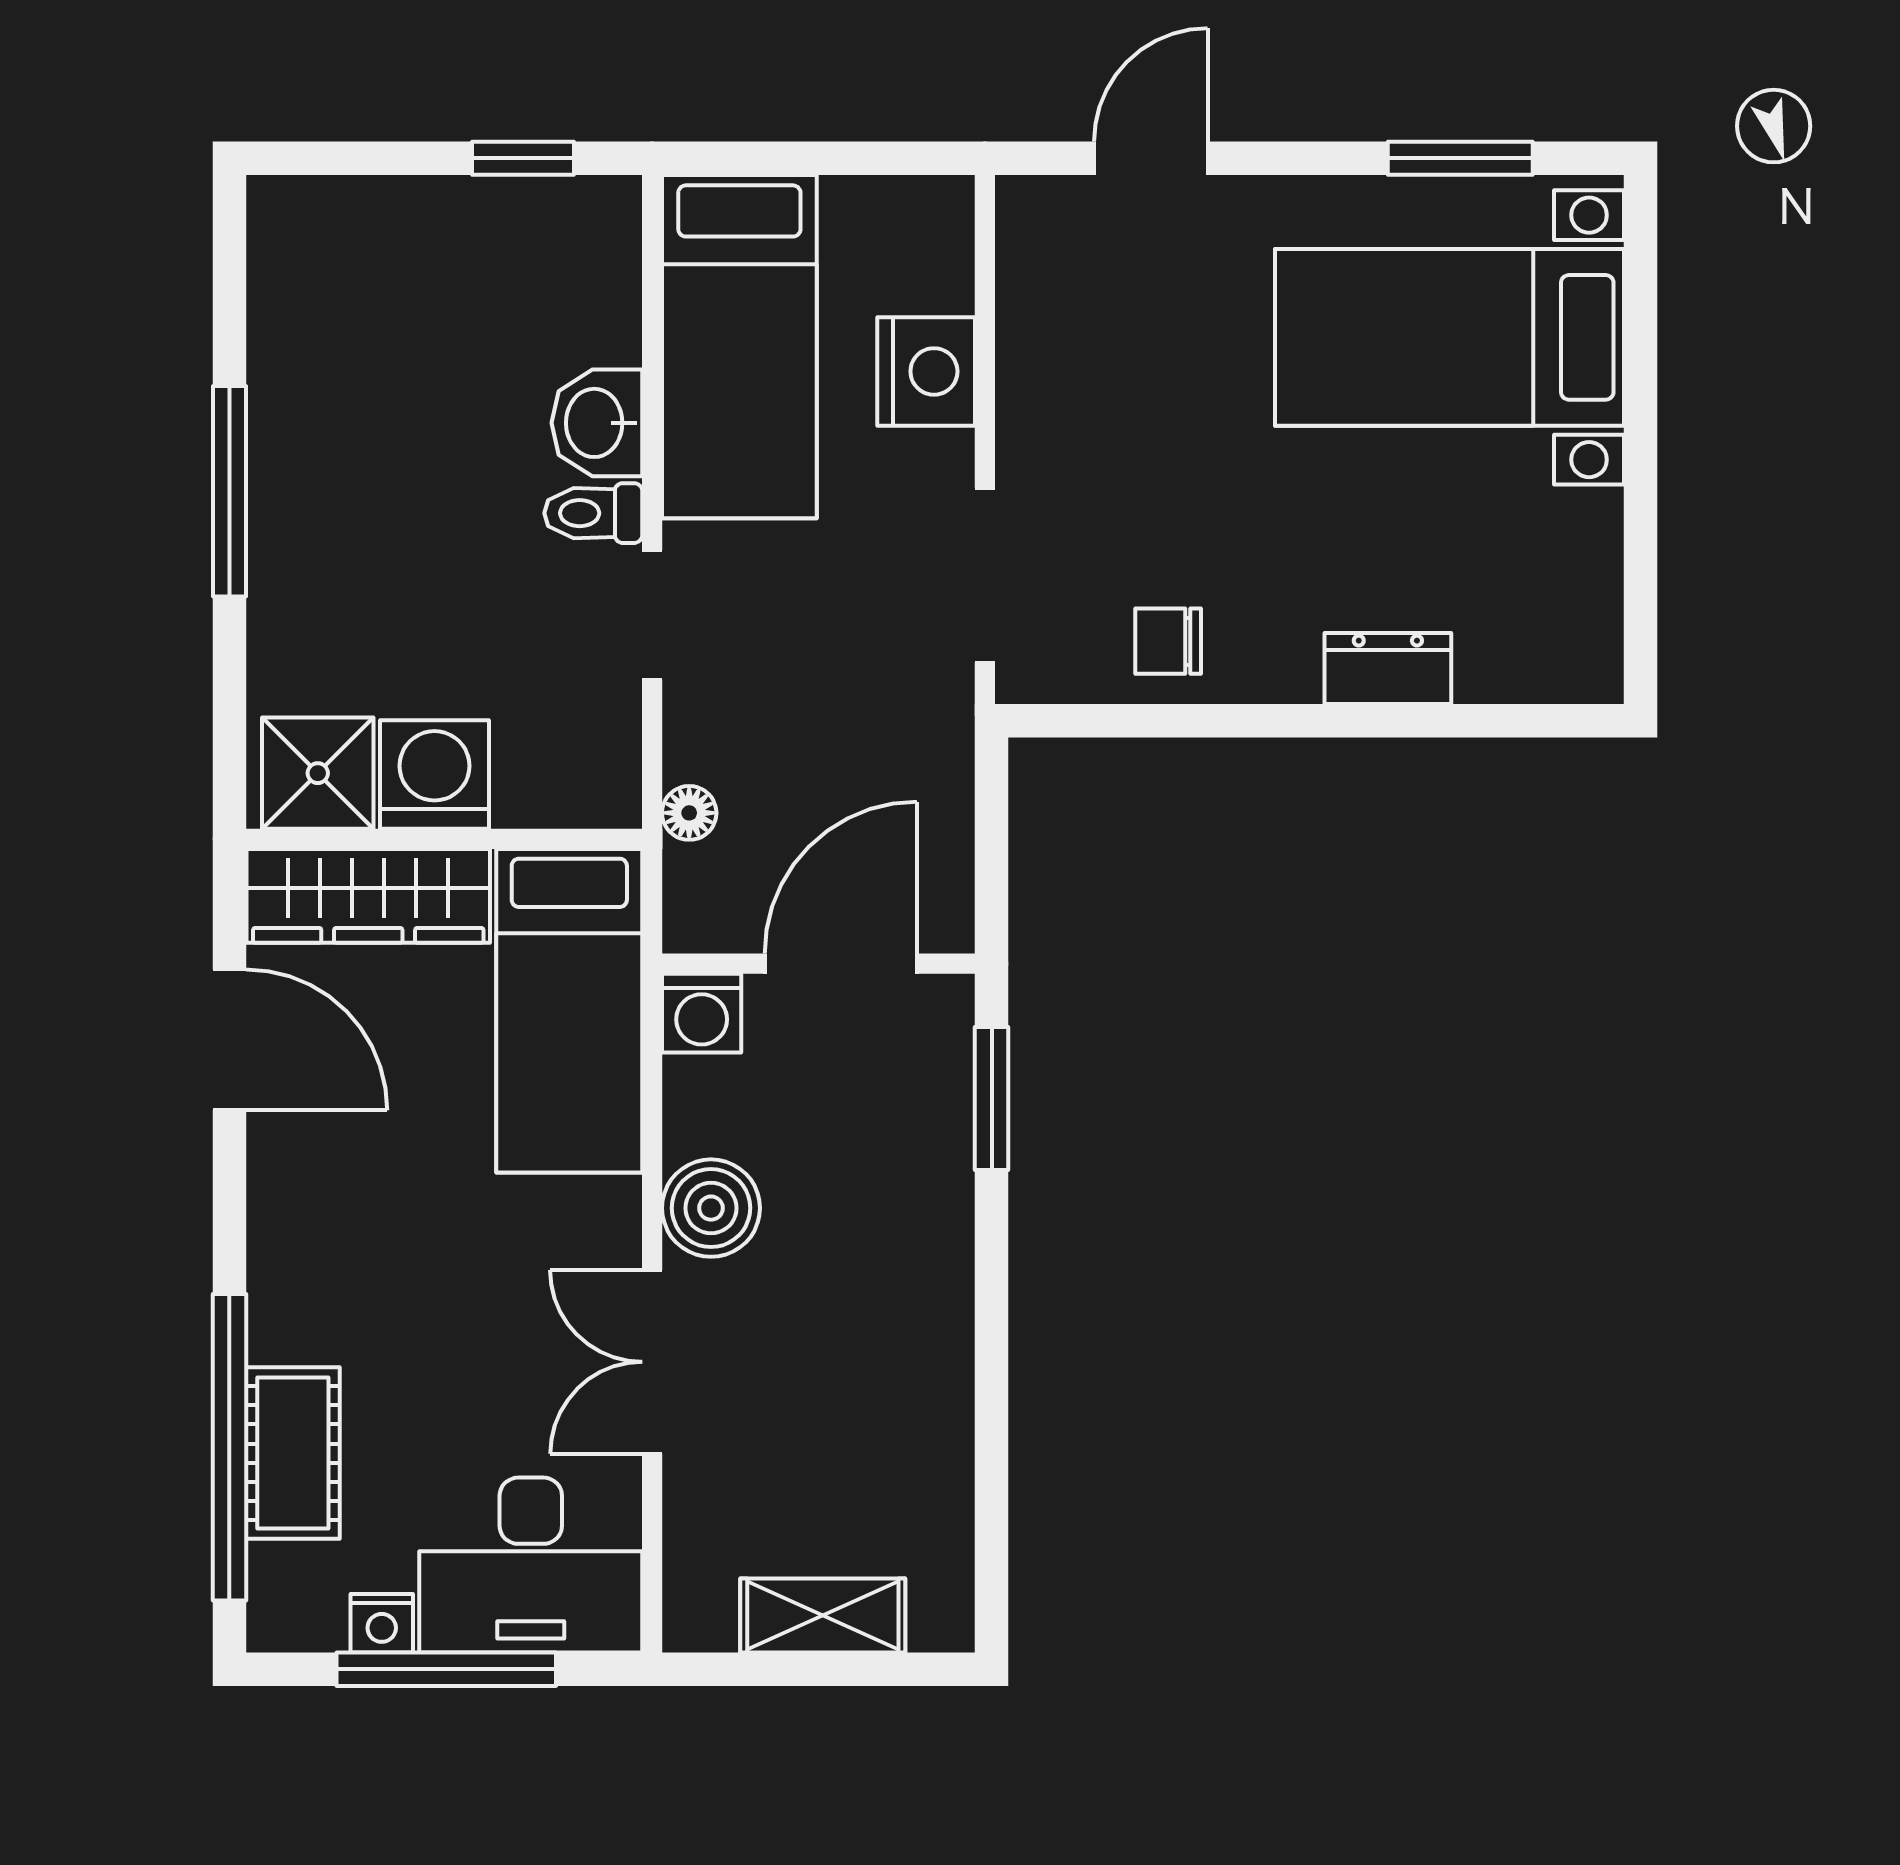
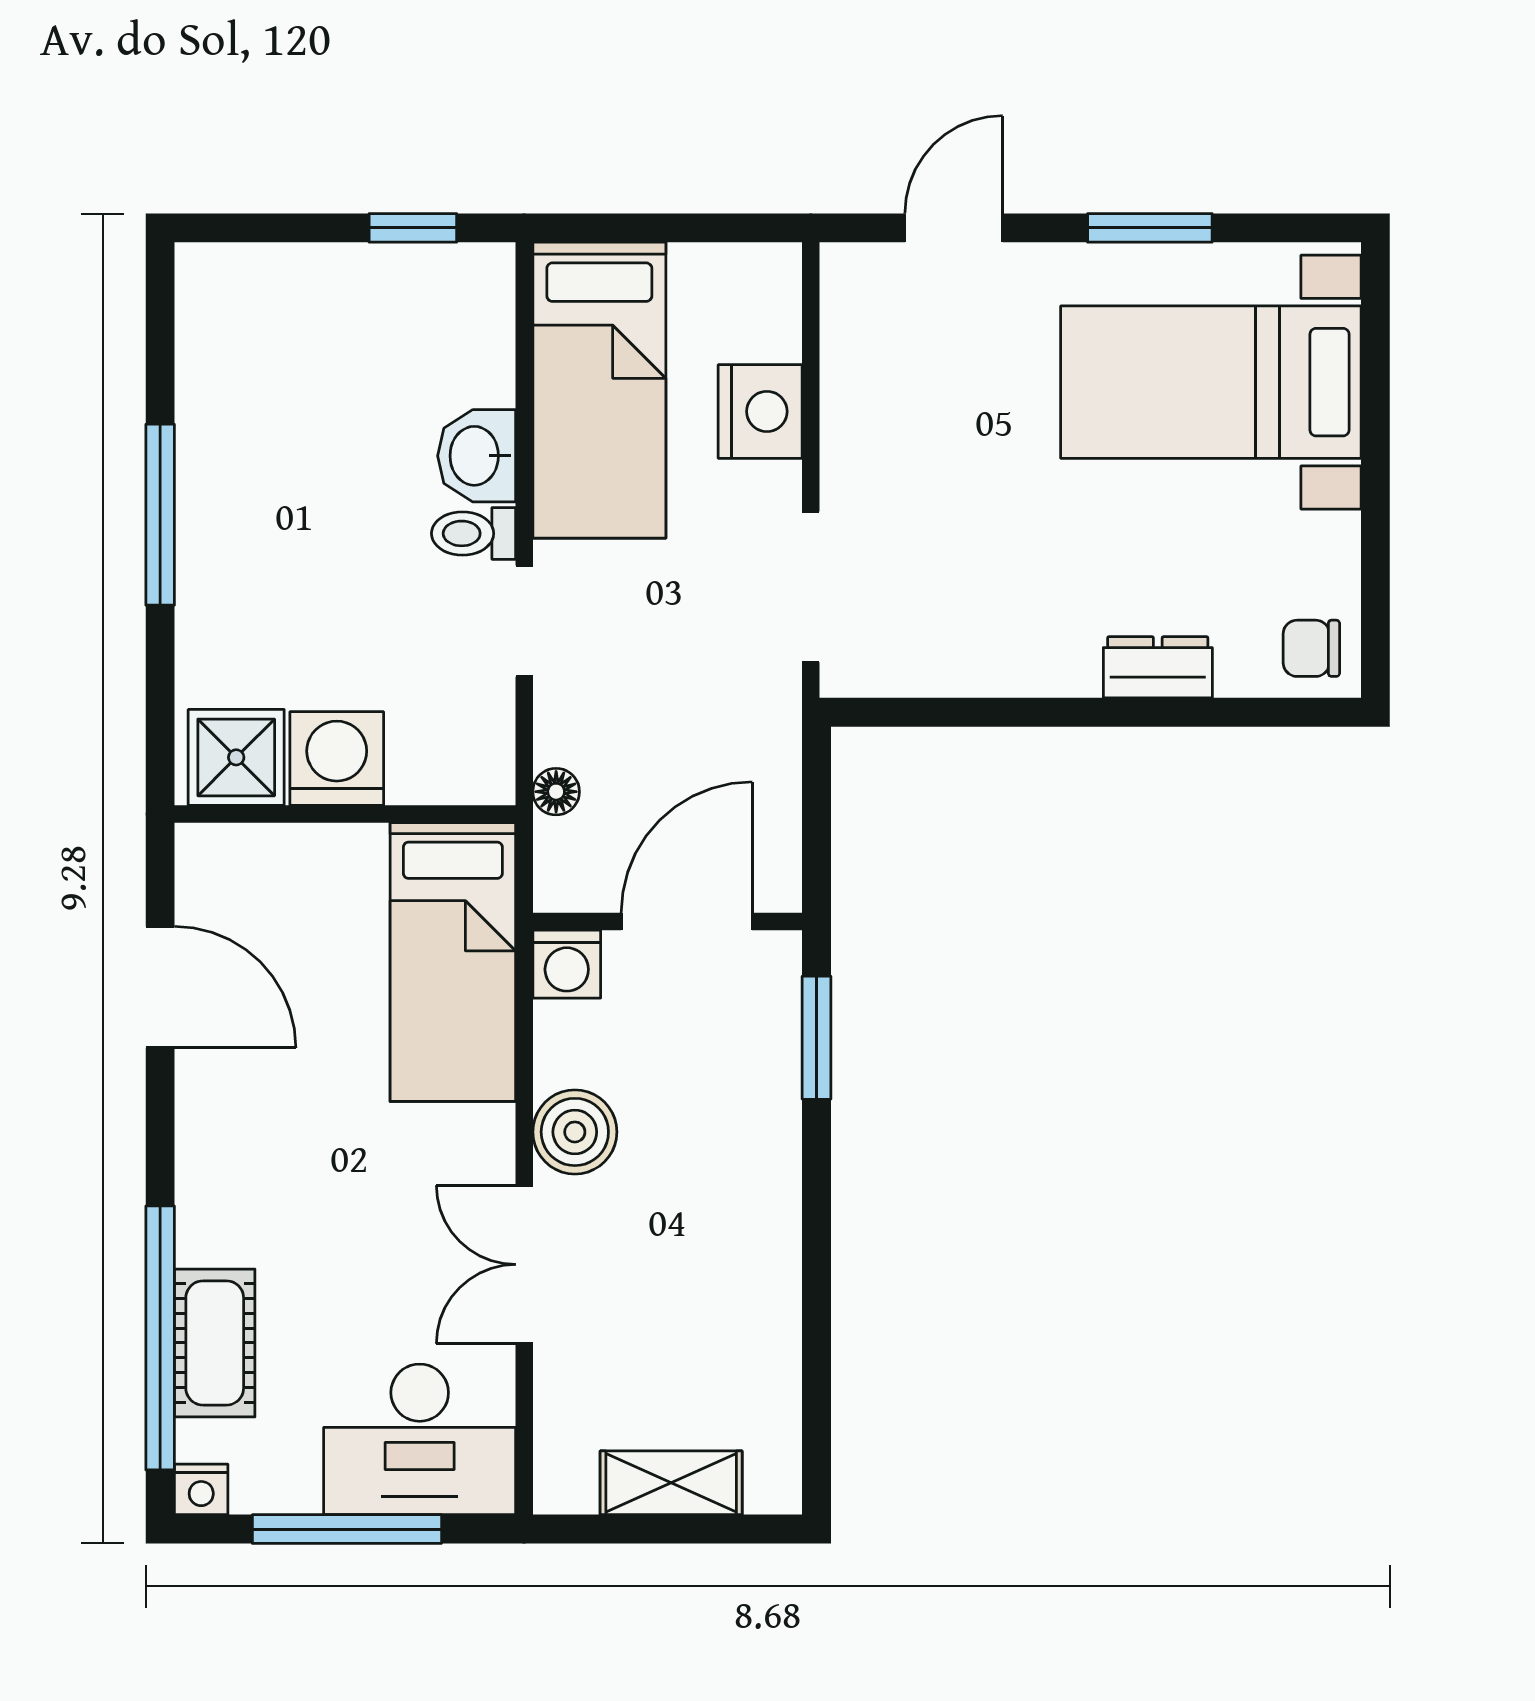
window: (1460, 158) -> (1150, 228), moved
chair: (1168, 641) -> (1311, 648), moved
wardrobe: (368, 896) -> (280, 863), removed
nightstand: (382, 1623) -> (201, 1489), moved

